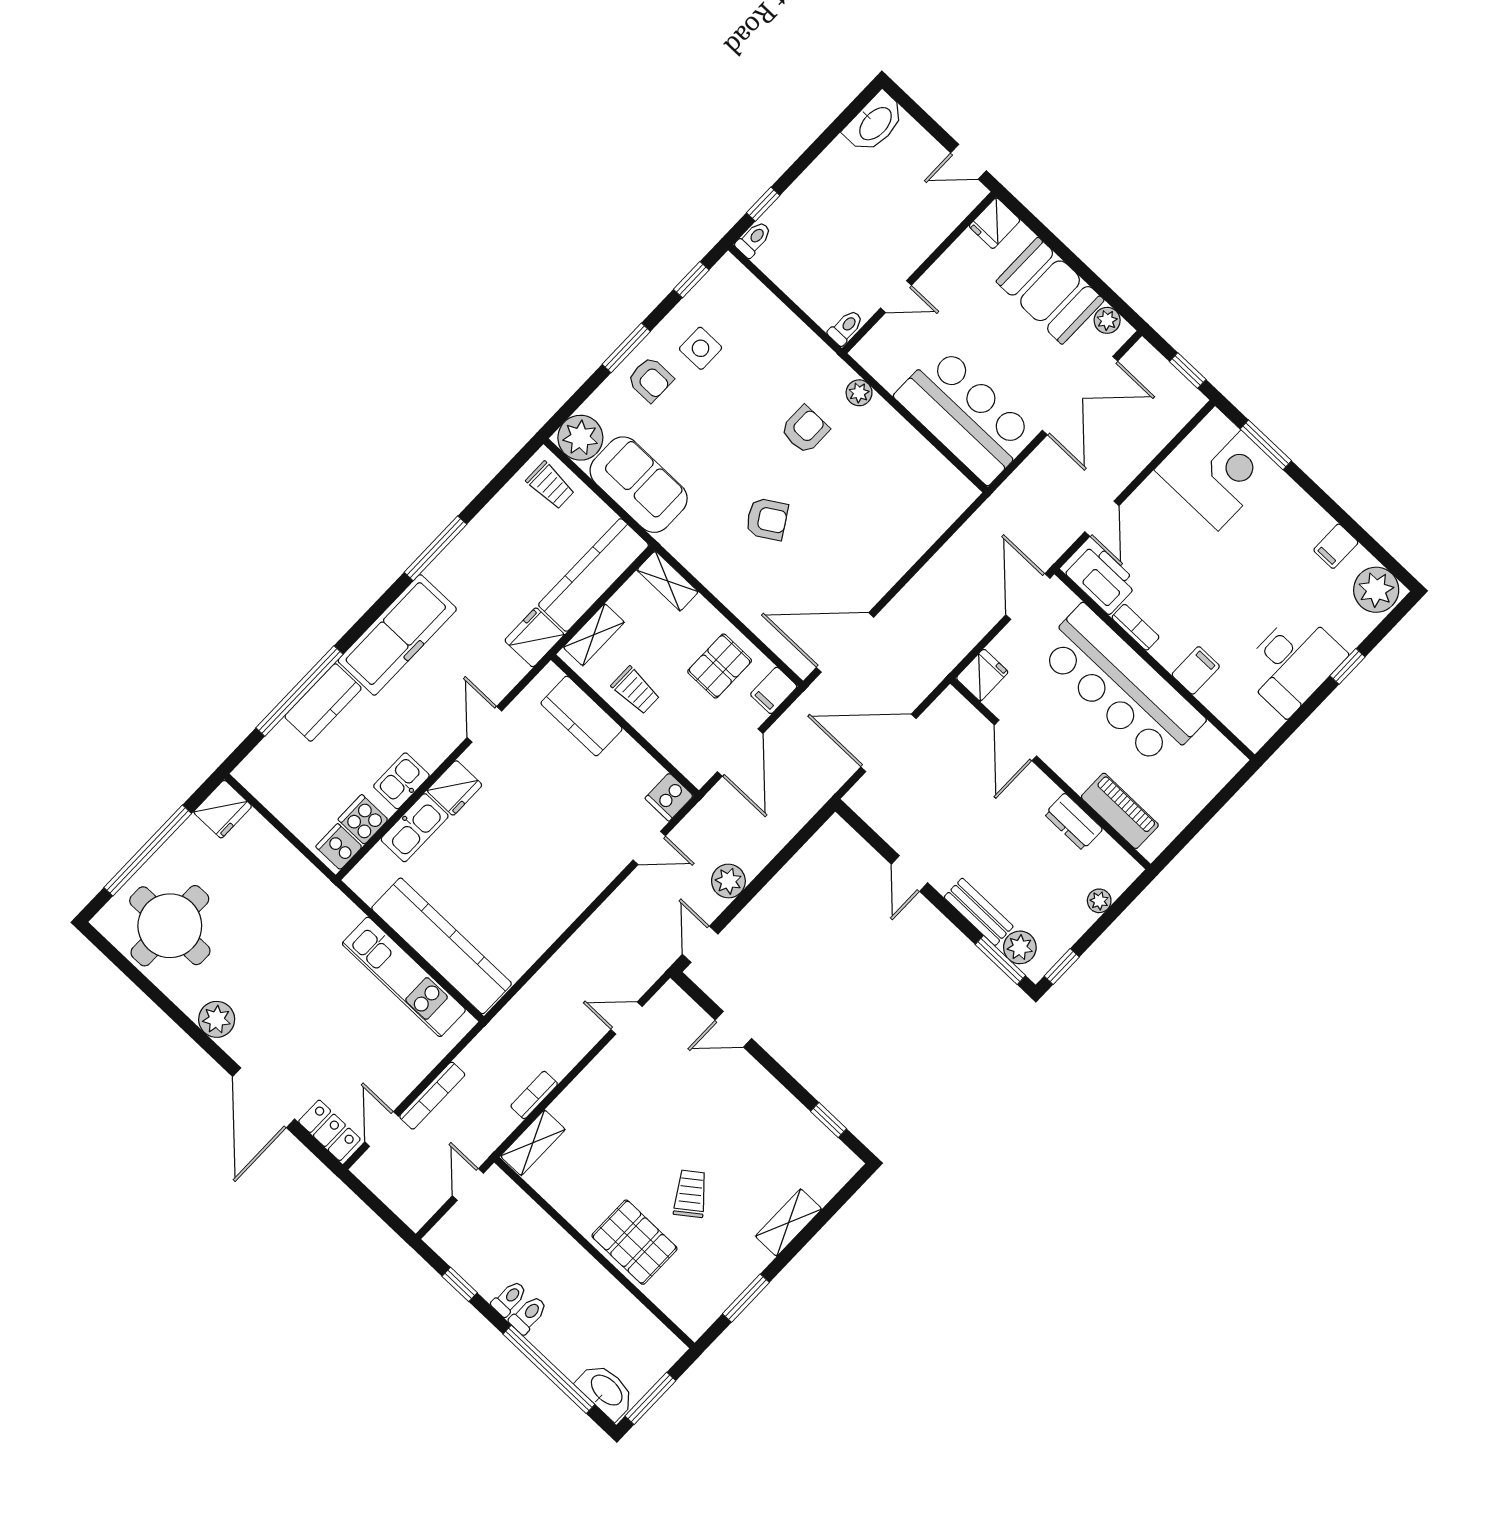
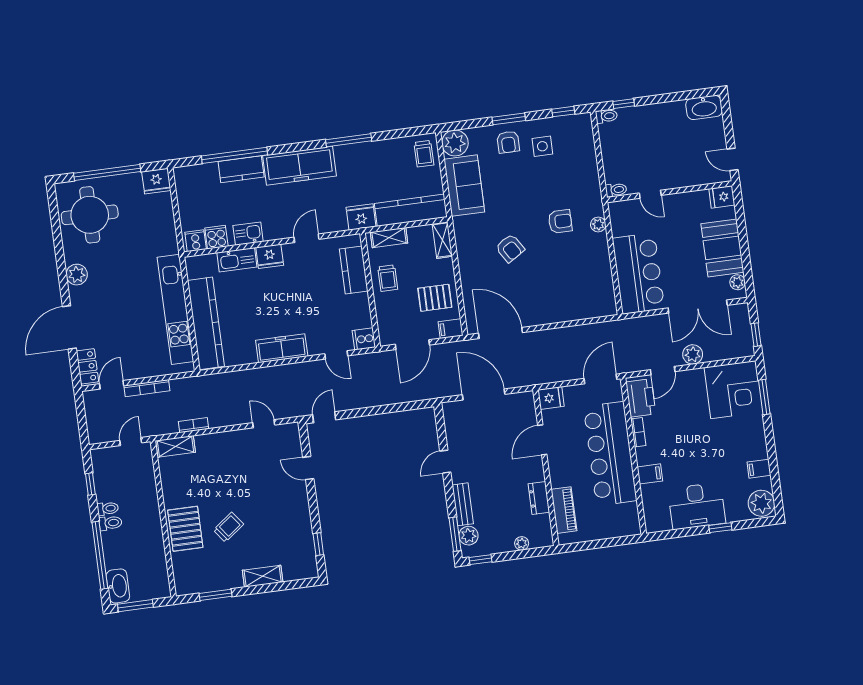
plant: (728, 881) -> (693, 354), moved
freezer: (569, 898) -> (282, 348), added
kitchen unit: (404, 977) -> (176, 309), width x1.36

